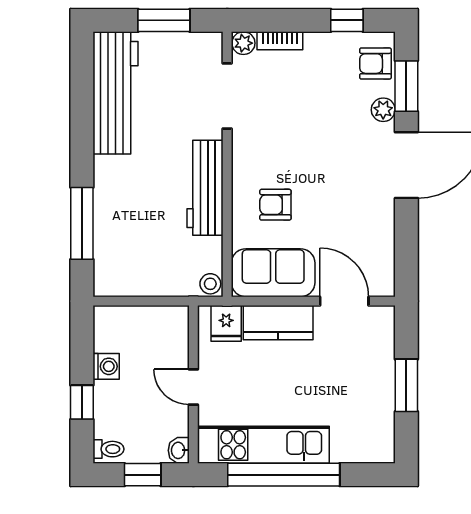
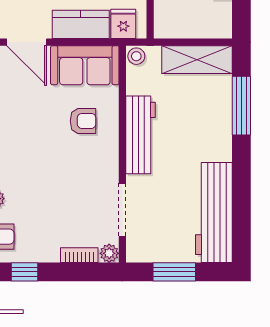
shelving: (136, 280) -> (197, 60), added

